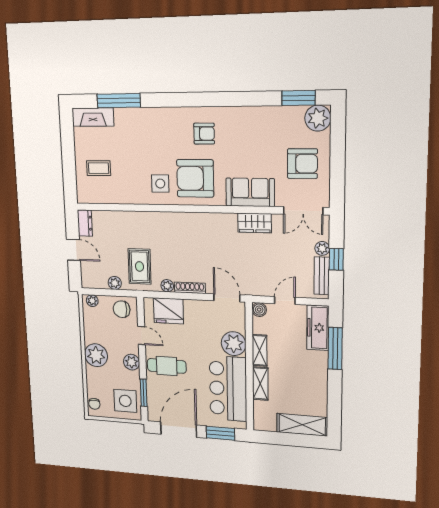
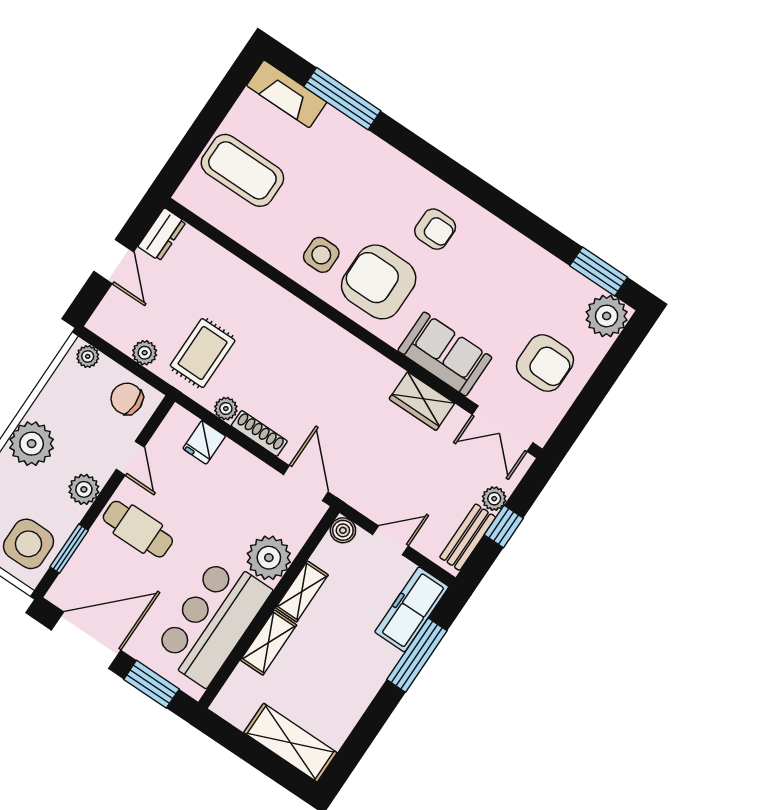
coffee table: (99, 168) -> (242, 170), width x1.86, depth x1.72
fridge: (168, 311) -> (204, 442), width x0.53, depth x0.75

